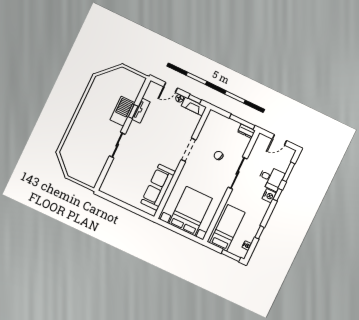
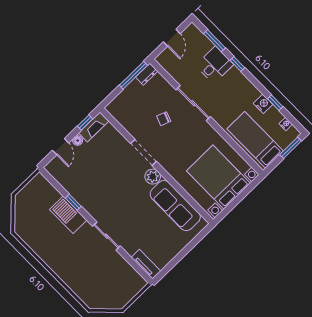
tv unit: (141, 111) -> (146, 264), moved
plant: (173, 163) -> (153, 177), added
nightstand: (269, 196) -> (263, 104), moved

